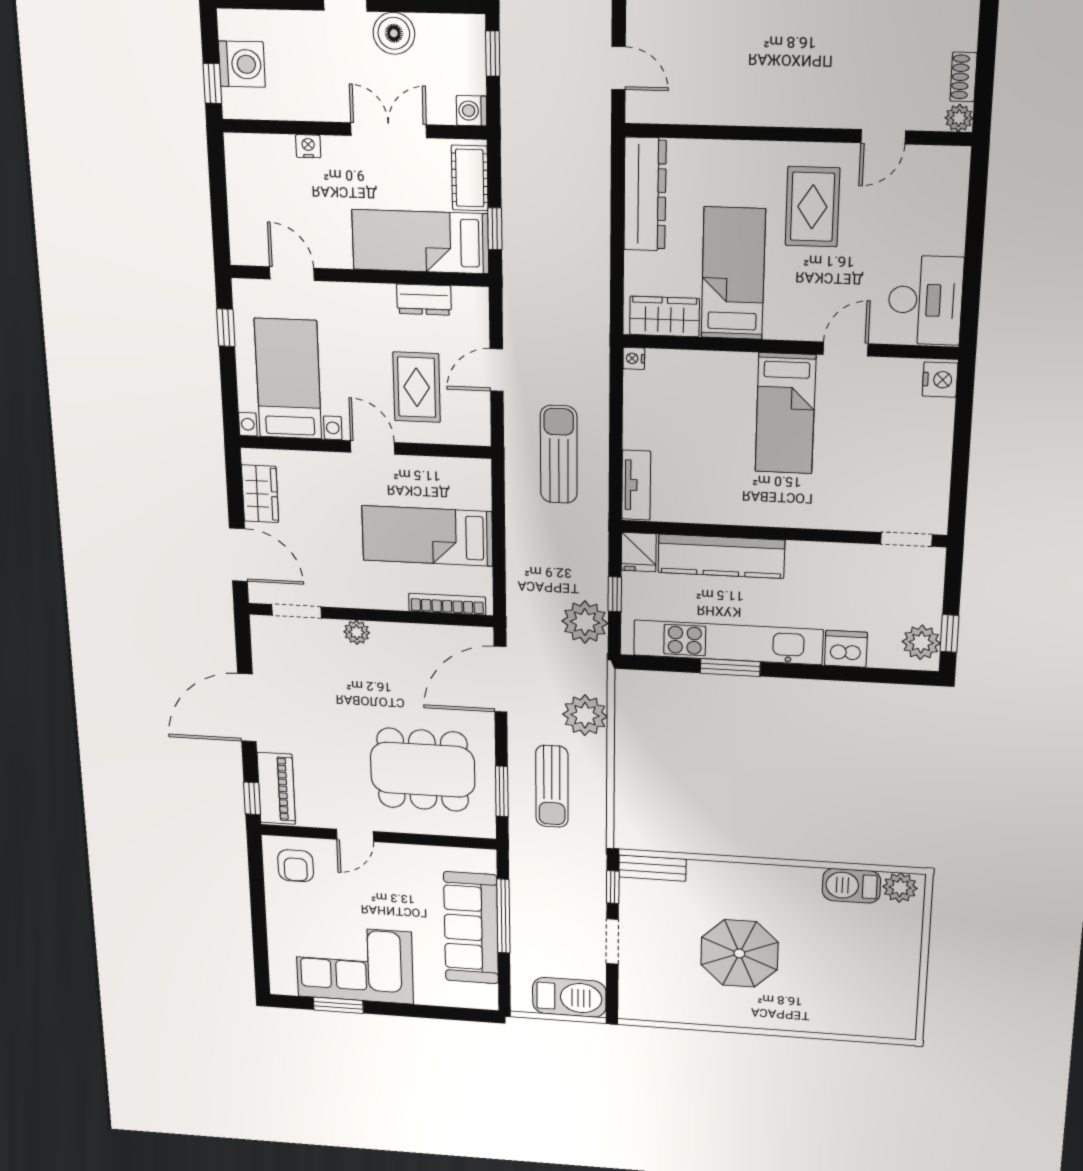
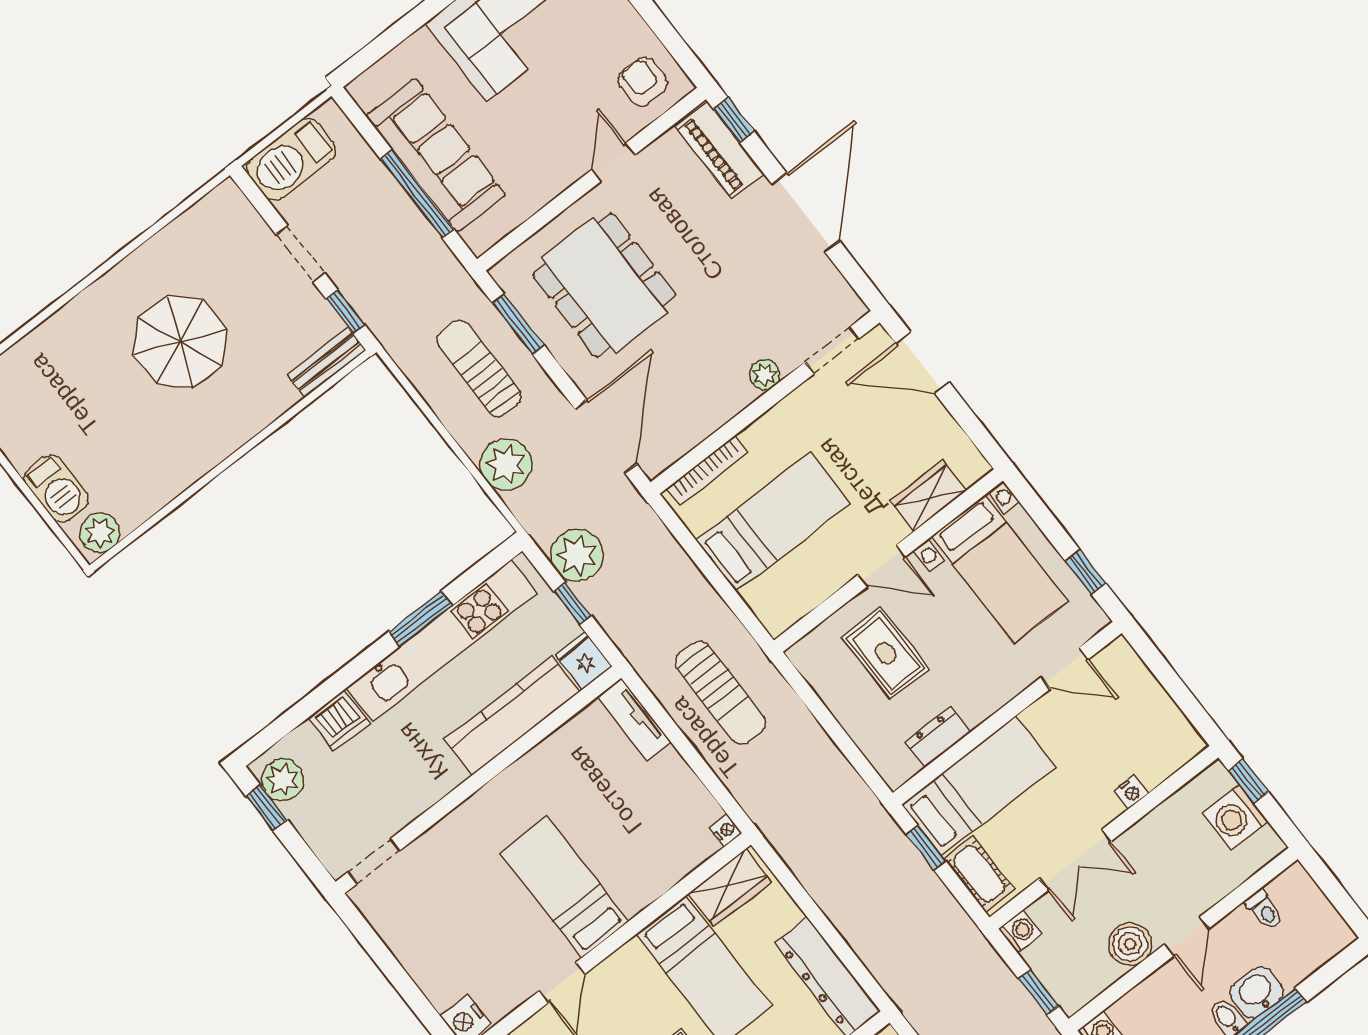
door: (497, 370) -> (830, 725), removed
wardrobe: (260, 494) -> (928, 496), moved, turned 90
dining table: (423, 770) -> (604, 285), turned 90
barbecue: (851, 886) -> (56, 489), moved, turned 90

